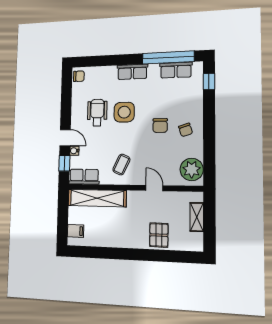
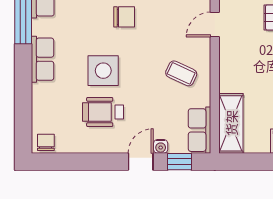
shelving: (97, 198) -> (231, 123), width x0.68

